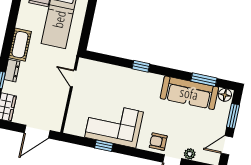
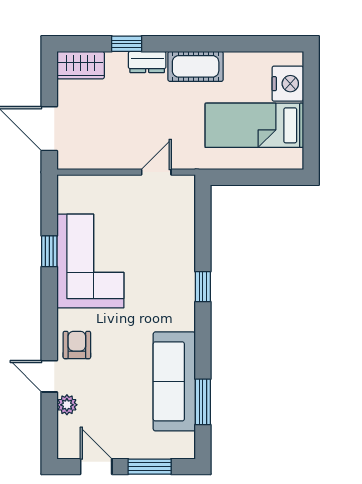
floor lamp: (225, 95) -> (184, 444), removed

